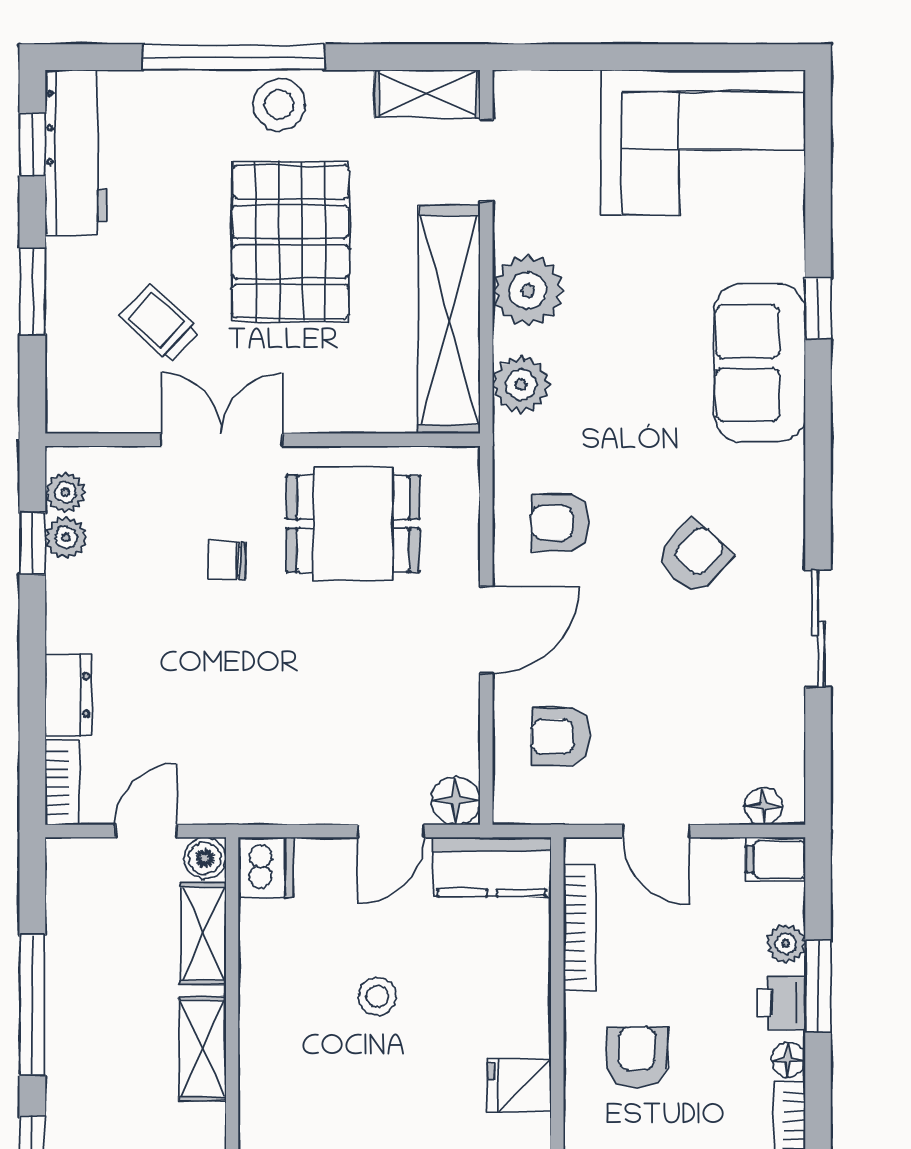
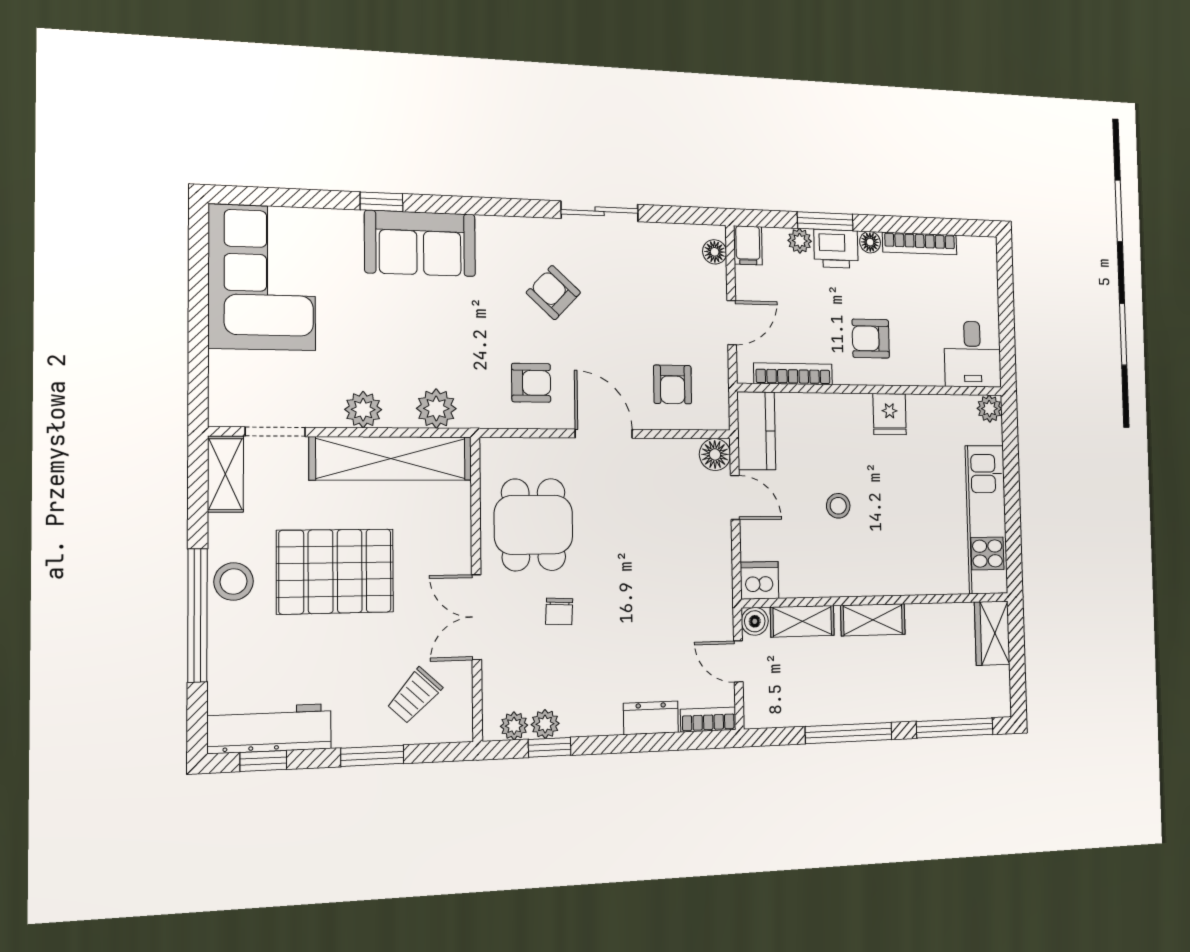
plant: (528, 291) -> (363, 410), width x0.73, depth x0.73
trolley: (160, 323) -> (415, 696), moved
armchair: (560, 523) -> (531, 383), turned -90
printer: (781, 1003) -> (836, 249), width x1.36, depth x1.24

